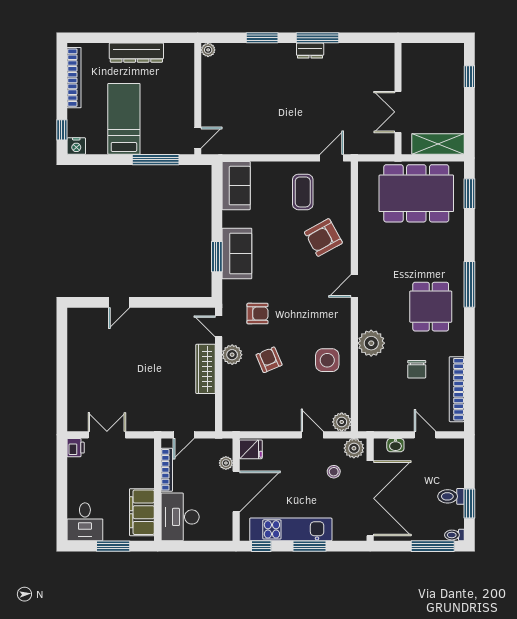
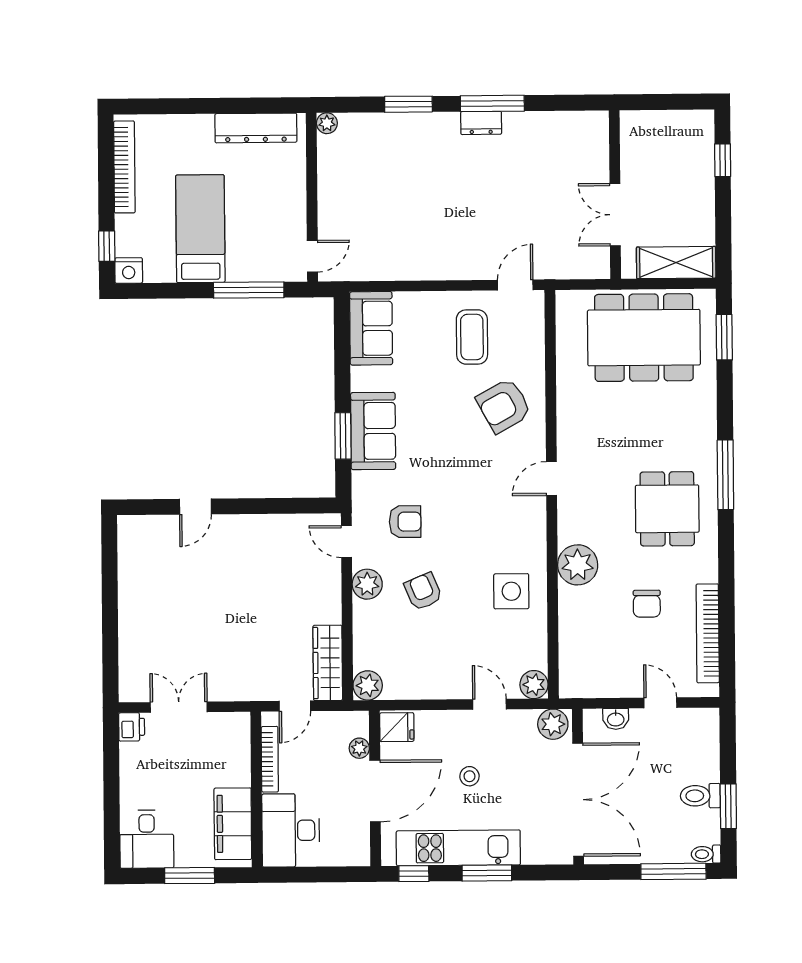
dresser: (136, 53) -> (256, 128), moved
wardrobe: (206, 369) -> (328, 663), moved
plant: (232, 422) -> (368, 685), added
stool: (334, 472) -> (469, 776), moved

